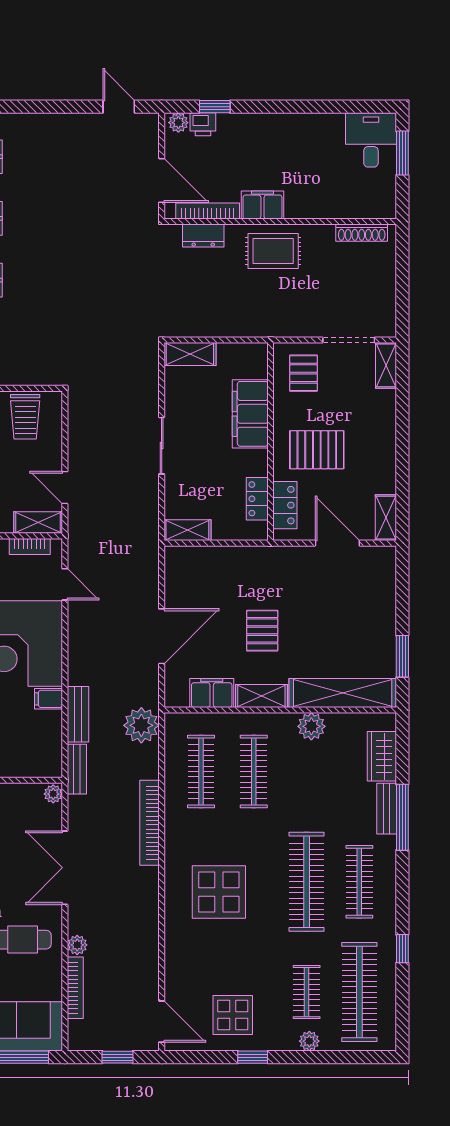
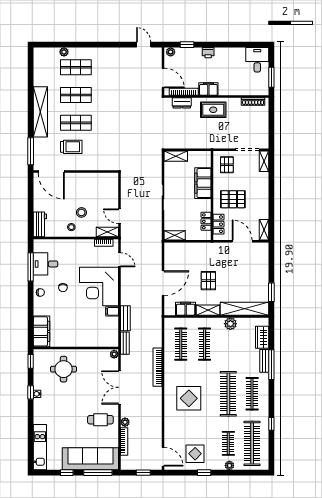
printer: (203, 124) -> (208, 53), moved
window: (402, 153) -> (271, 77), moved
trolley: (25, 417) -> (102, 184), removed
plant: (141, 725) -> (154, 323), removed

